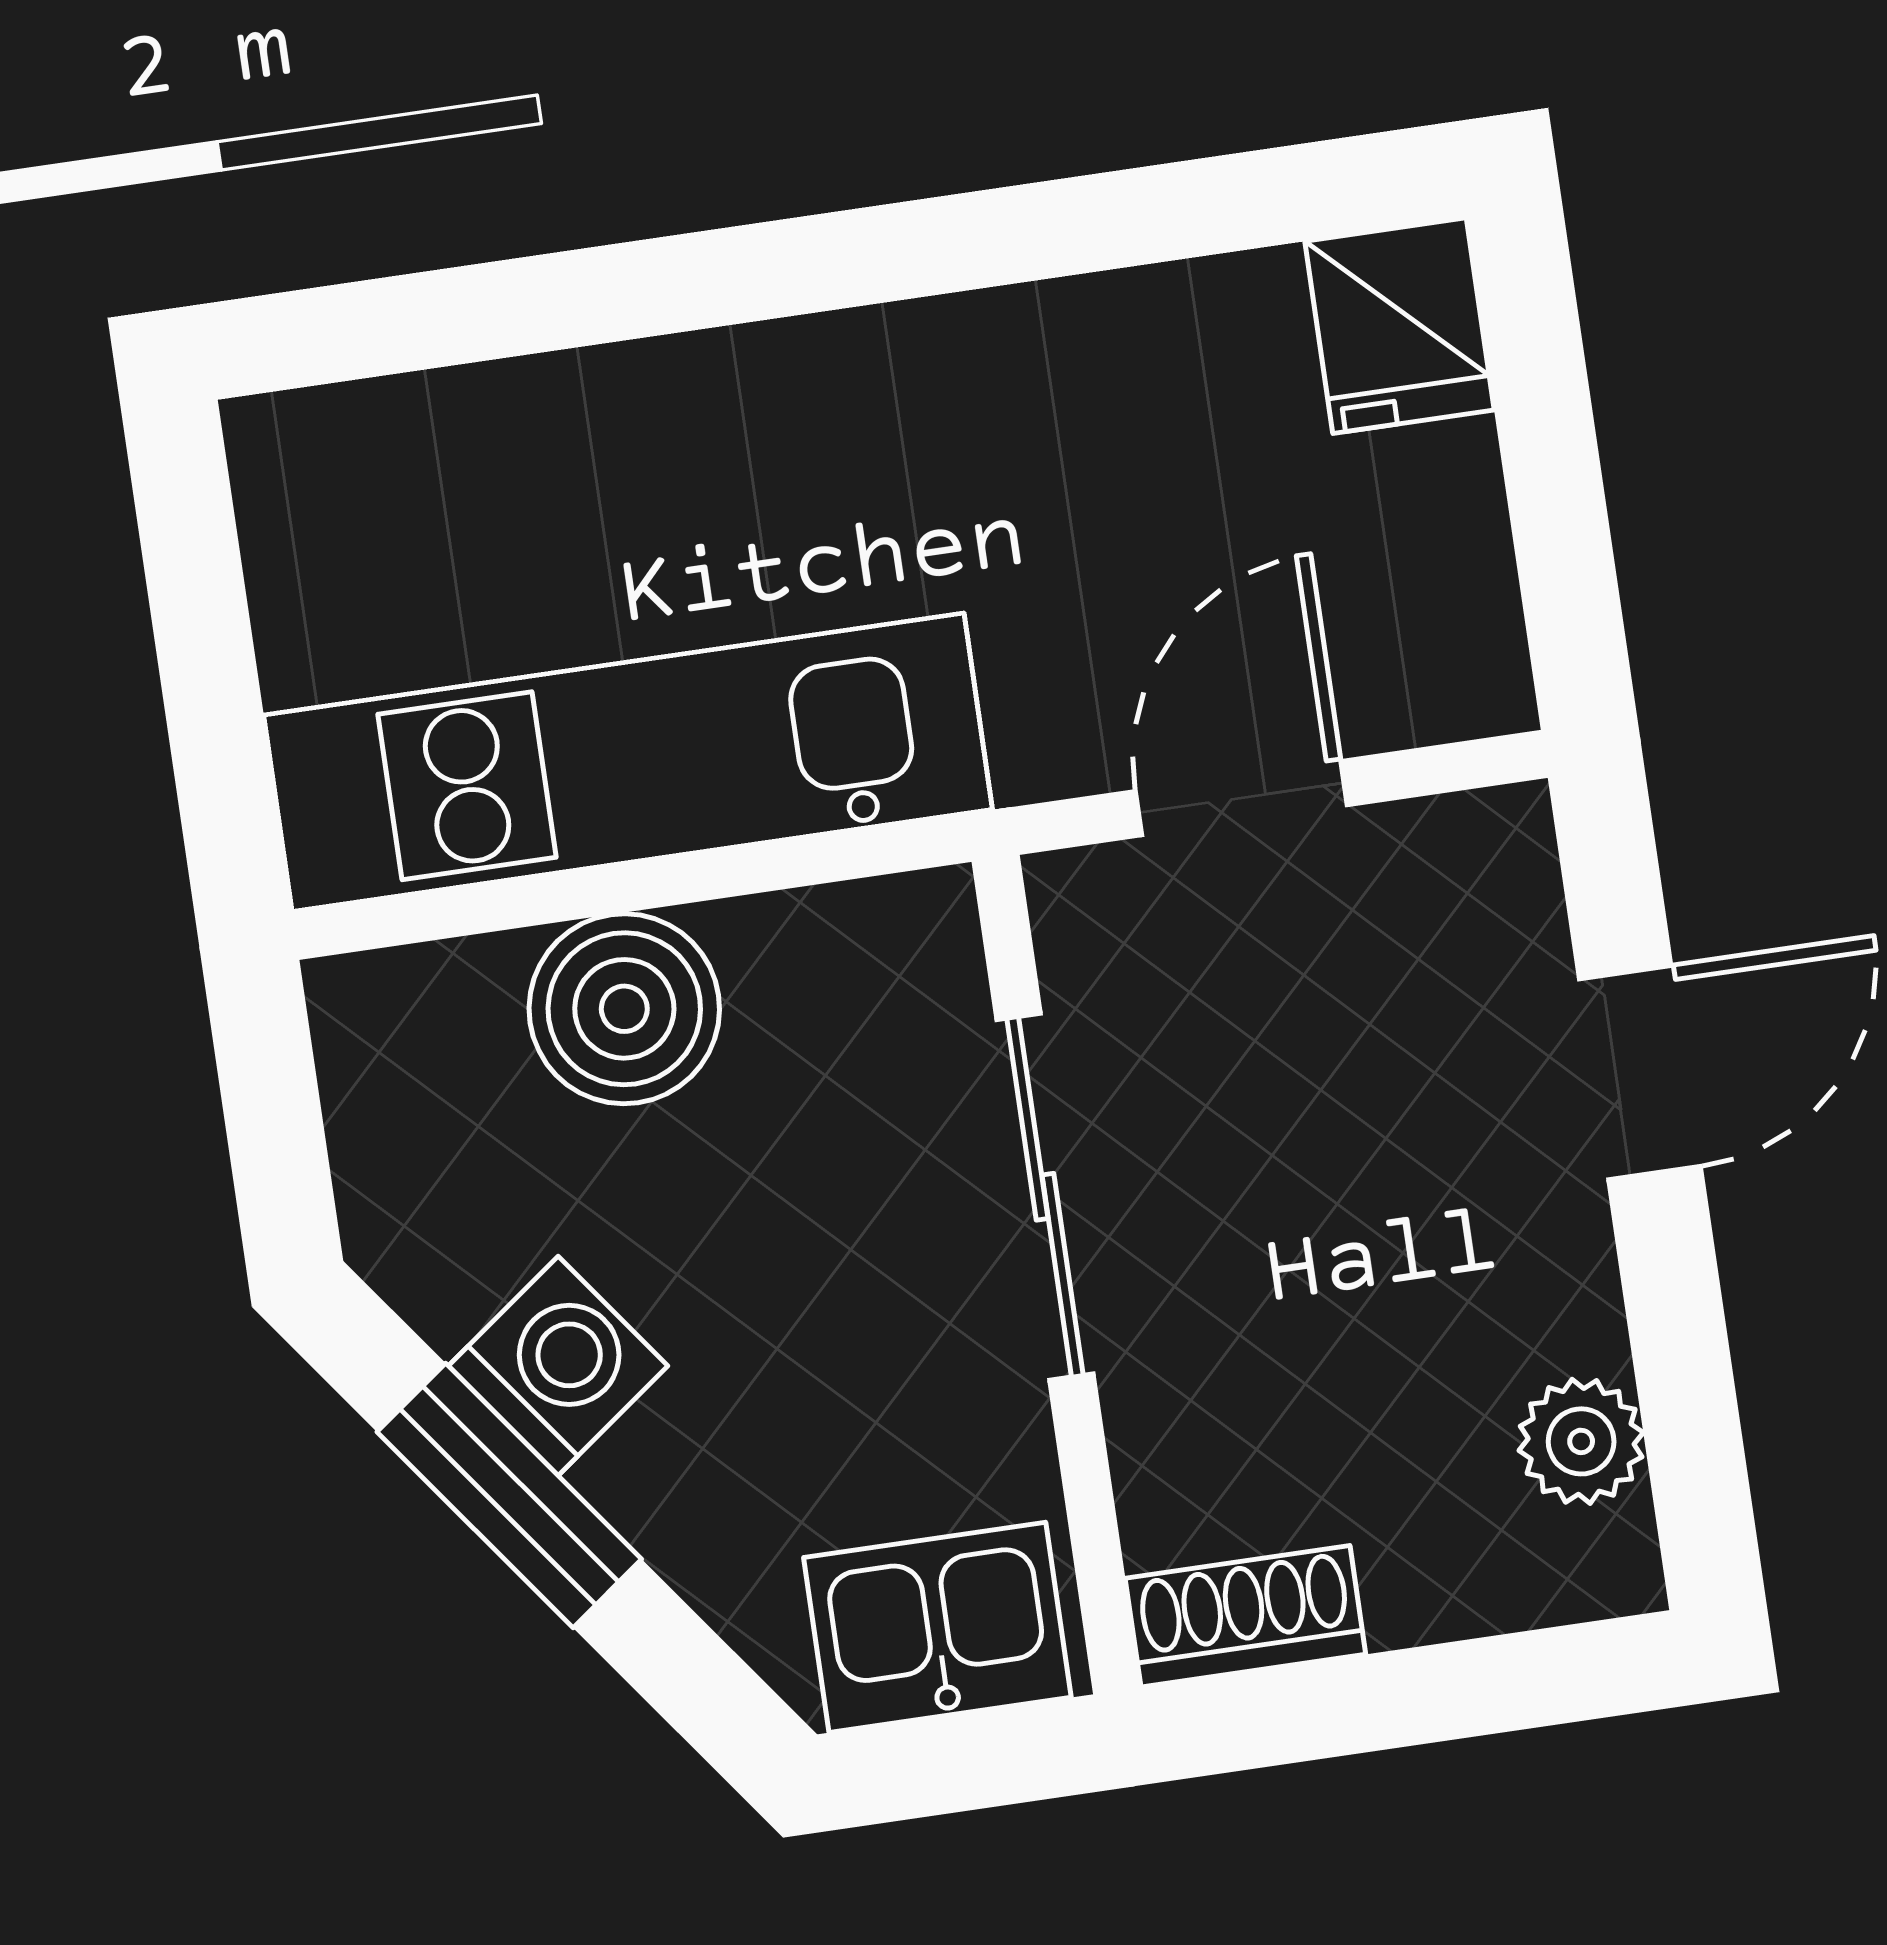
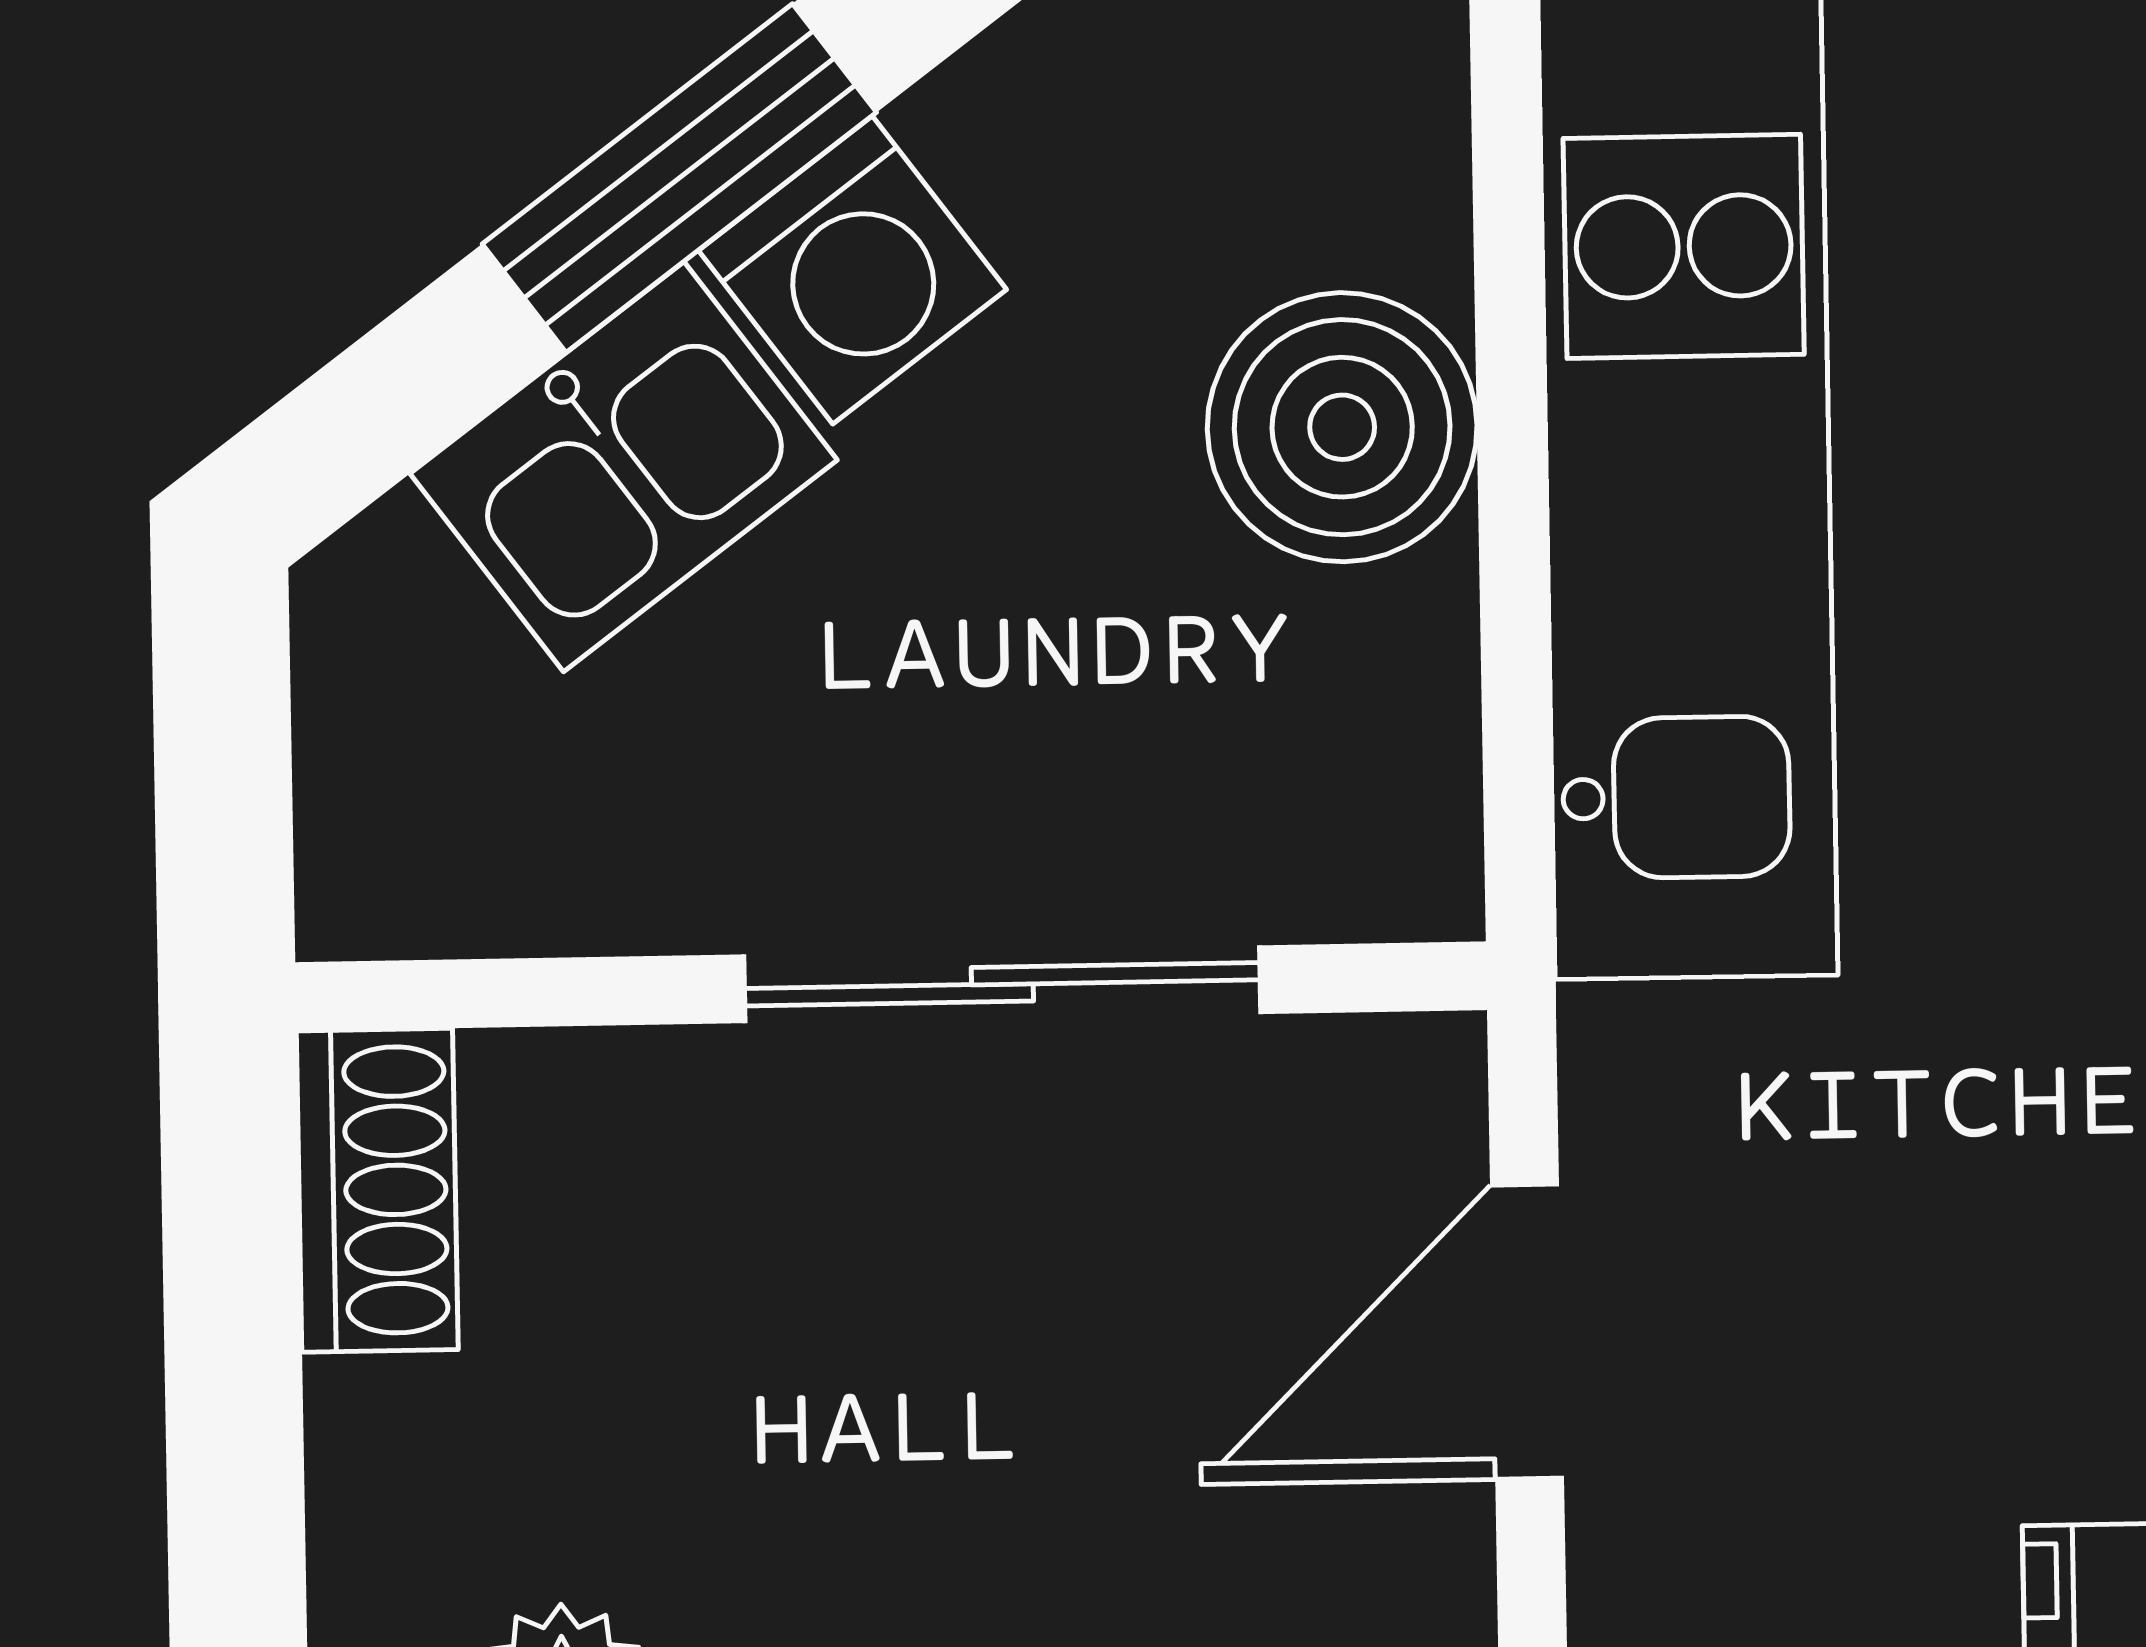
door: (1241, 798) -> (1527, 1332), swing flipped
kitchen sink: (937, 1627) -> (624, 467), moved, turned 53

